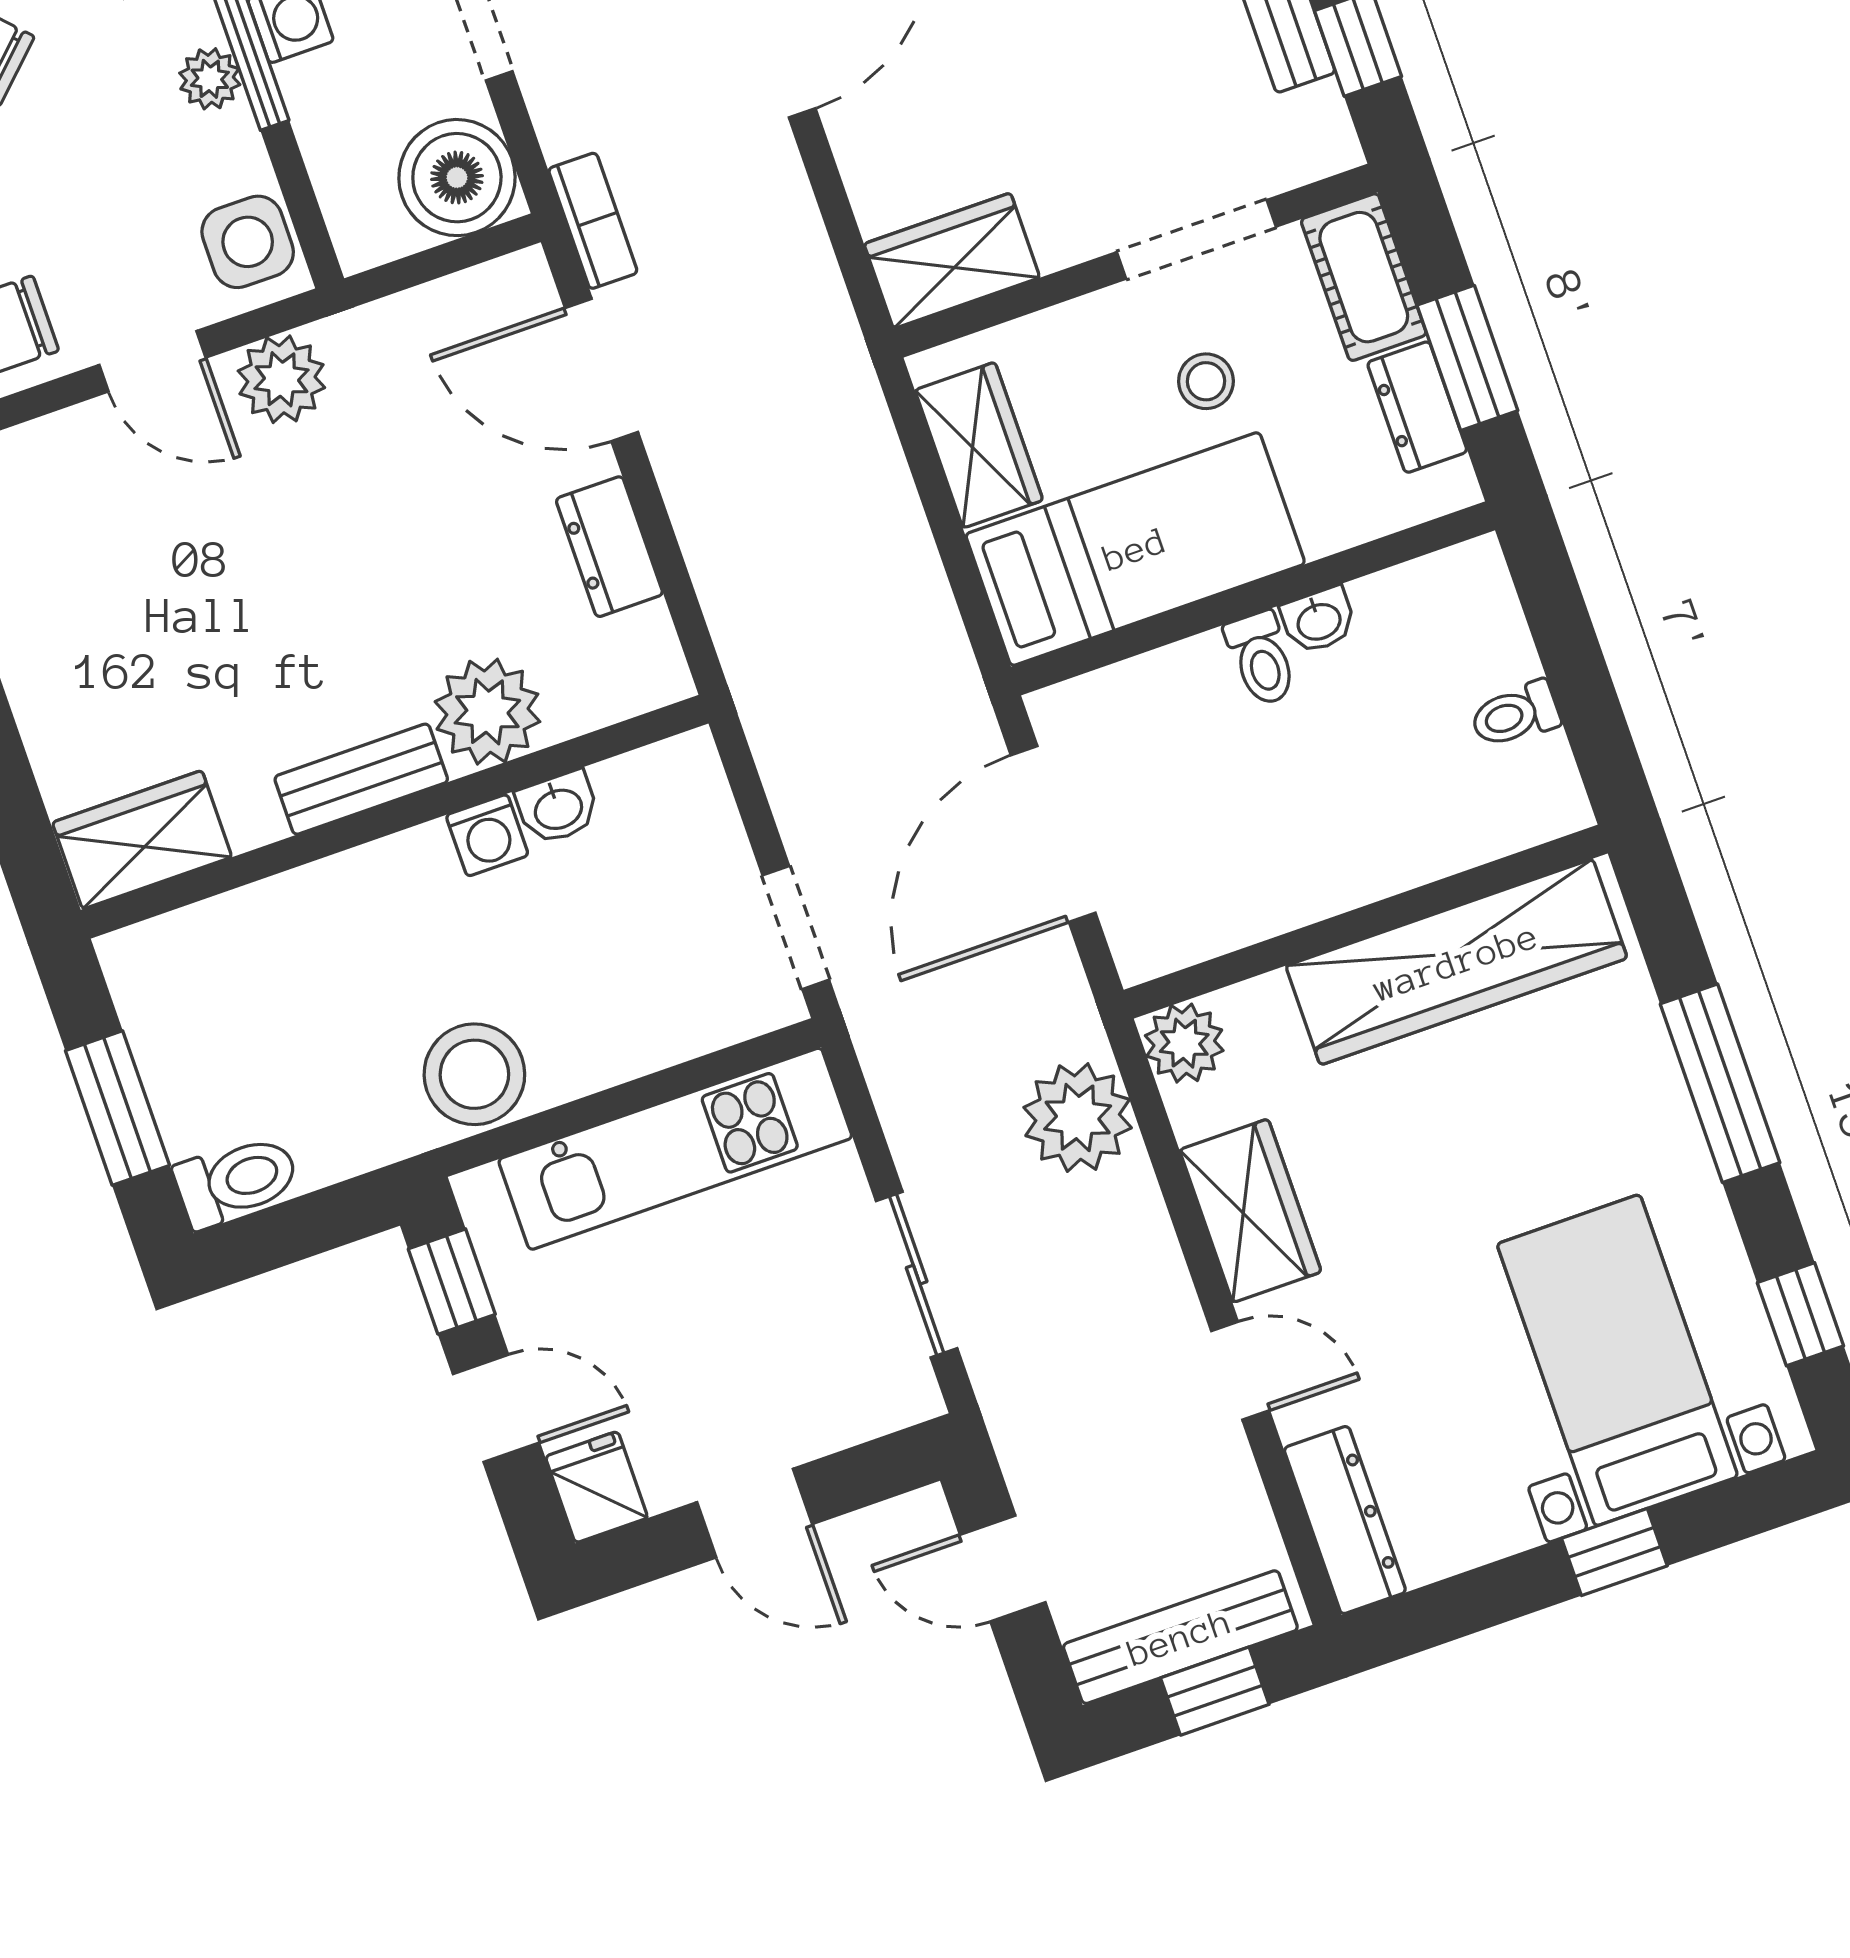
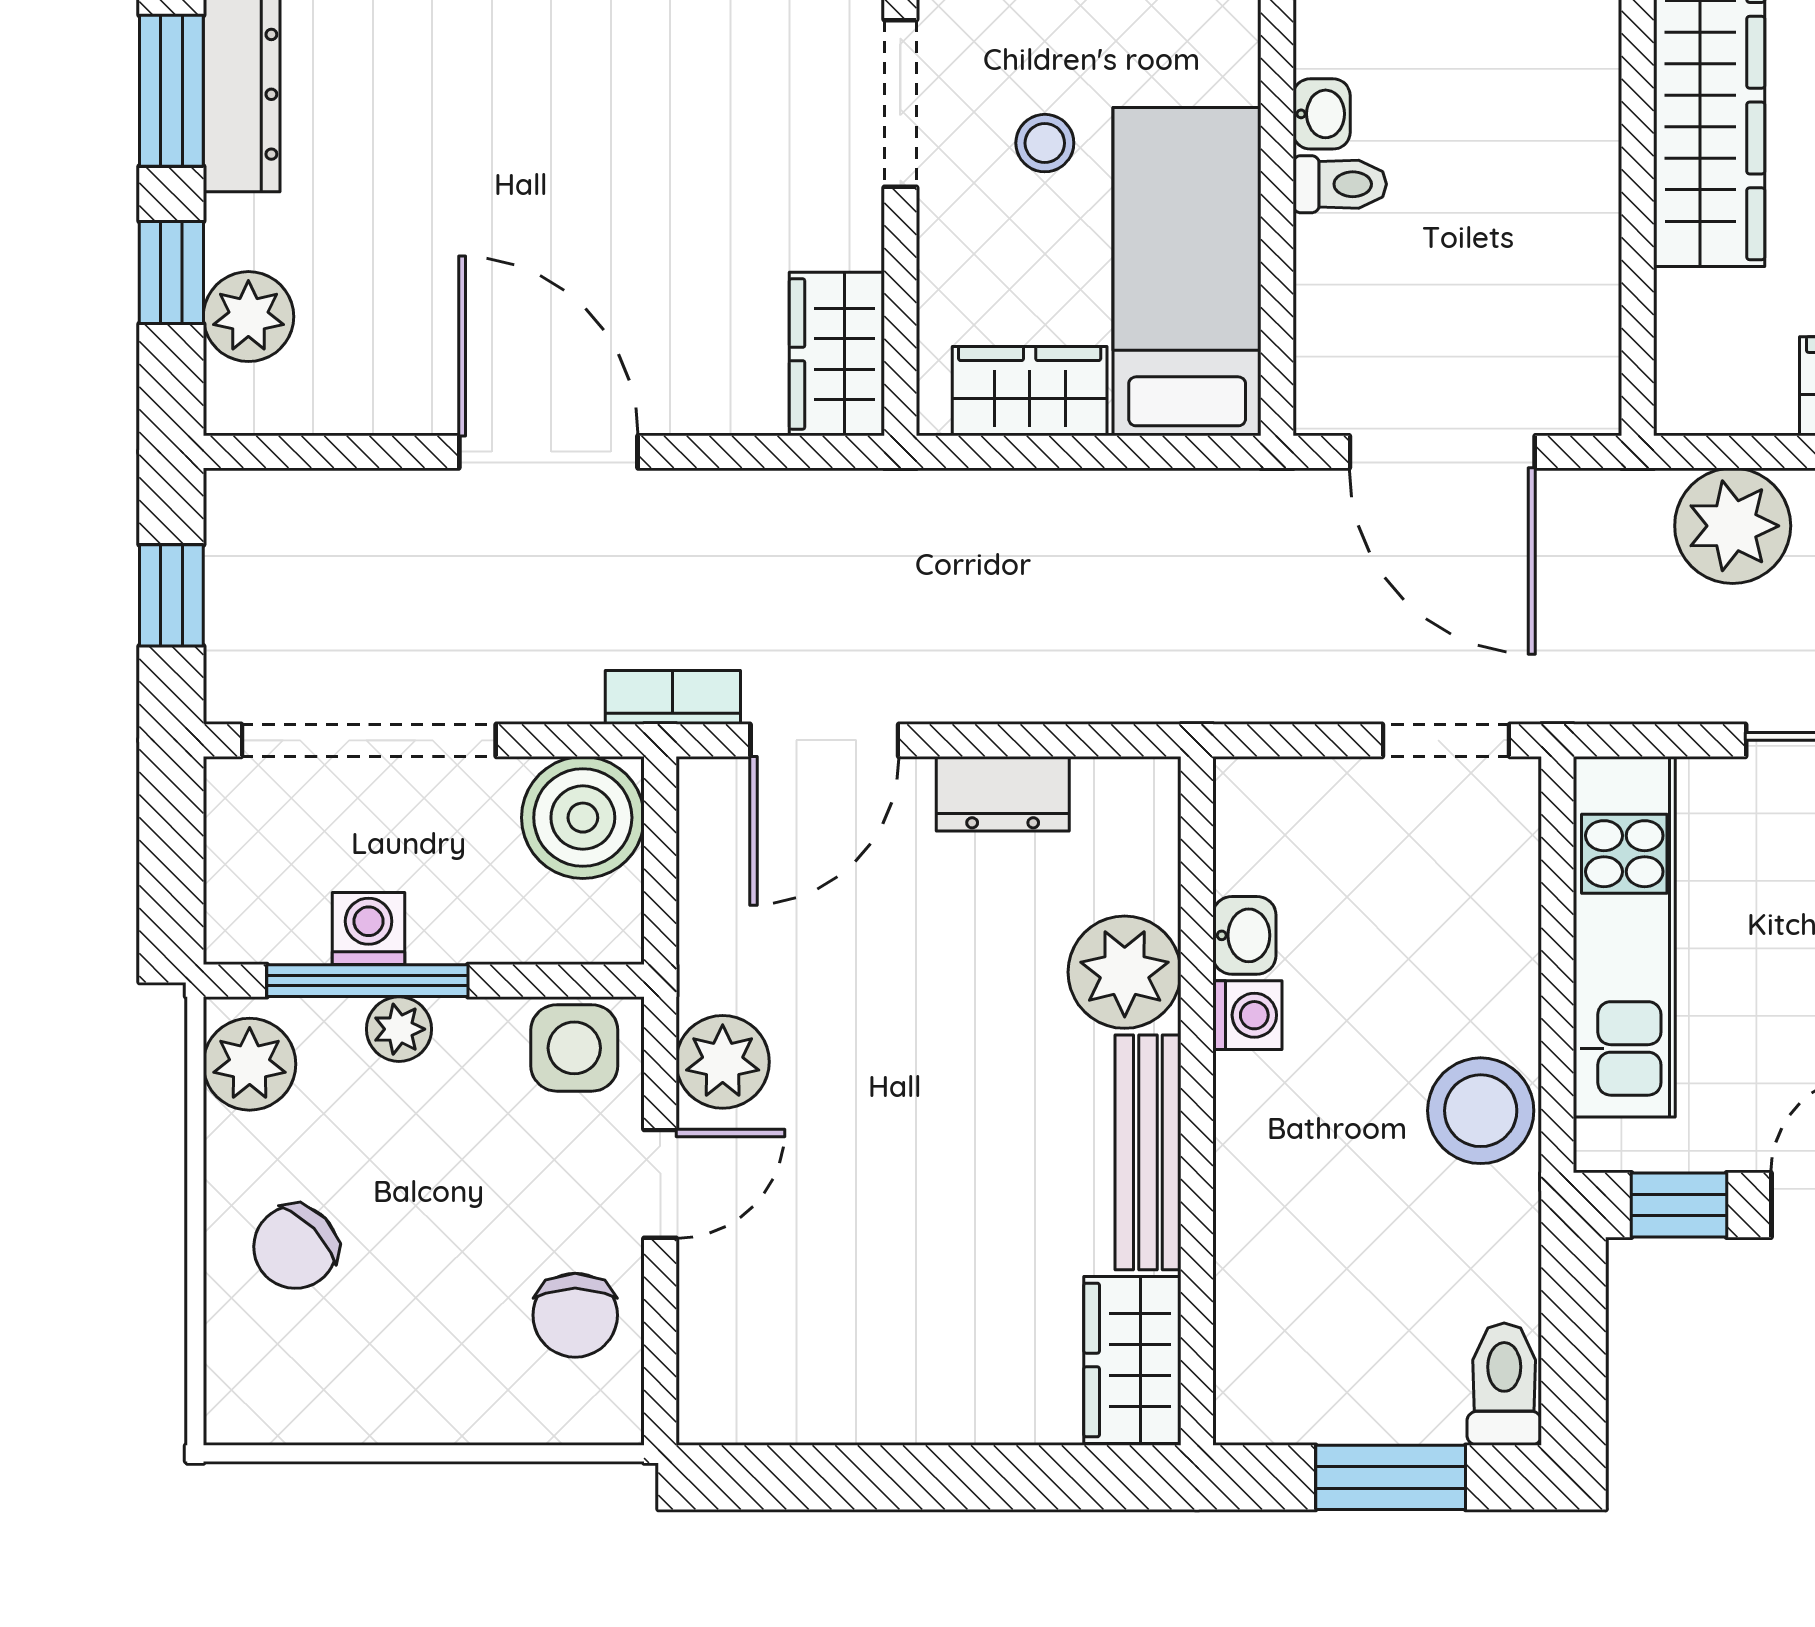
bench: (361, 779) -> (1148, 1152), width x1.36
plant: (1184, 1043) -> (1696, 394), removed

